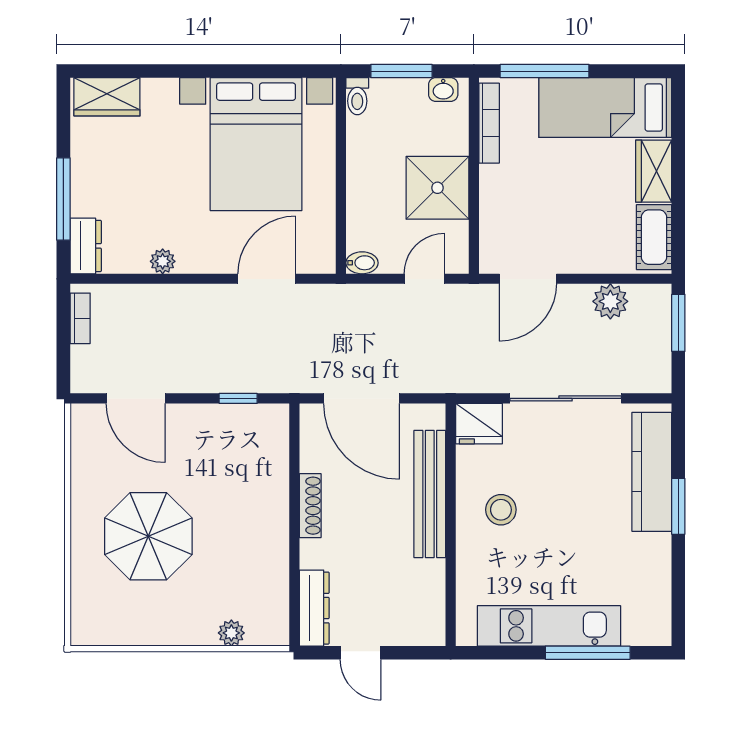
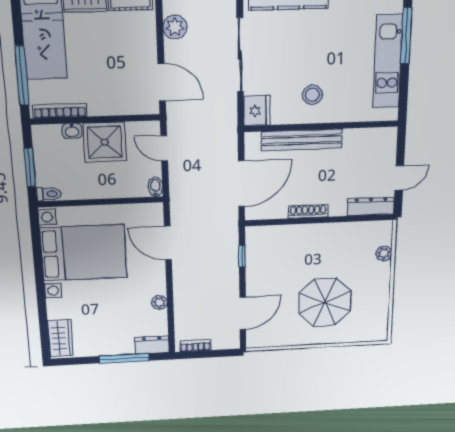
washbasin: (443, 89) -> (72, 131), moved, turned 90

